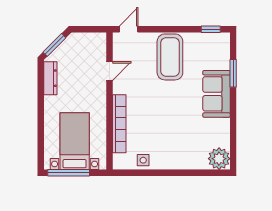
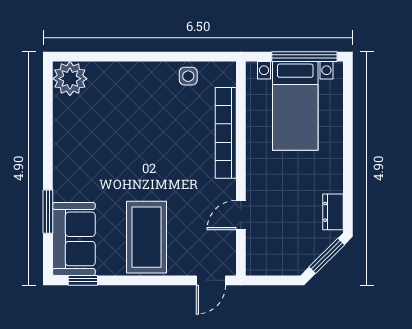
dresser: (50, 78) -> (333, 212), width x0.70
sofa: (216, 94) -> (74, 239), moved

